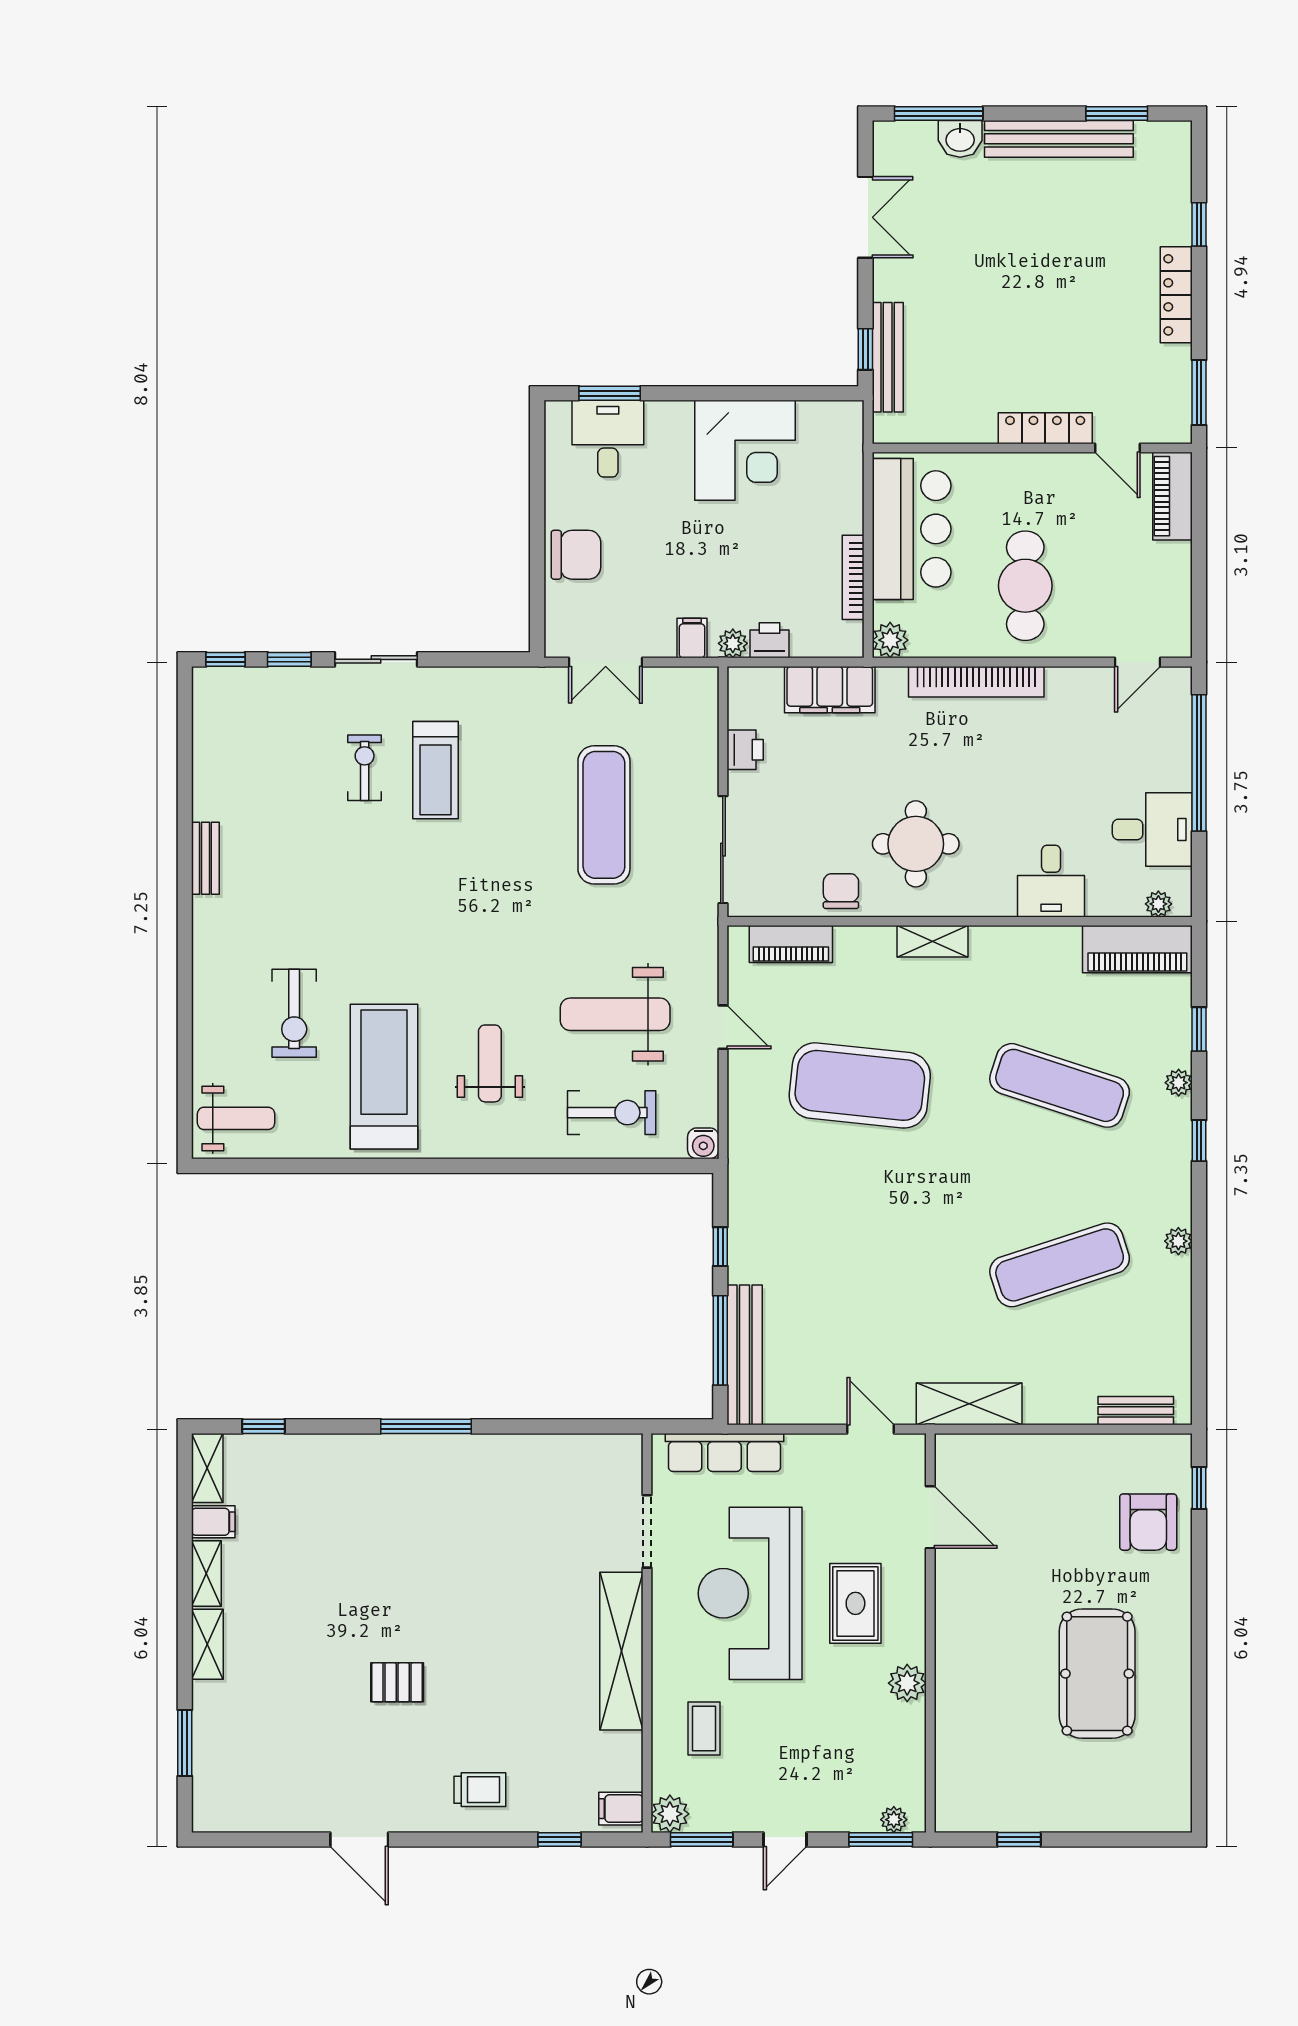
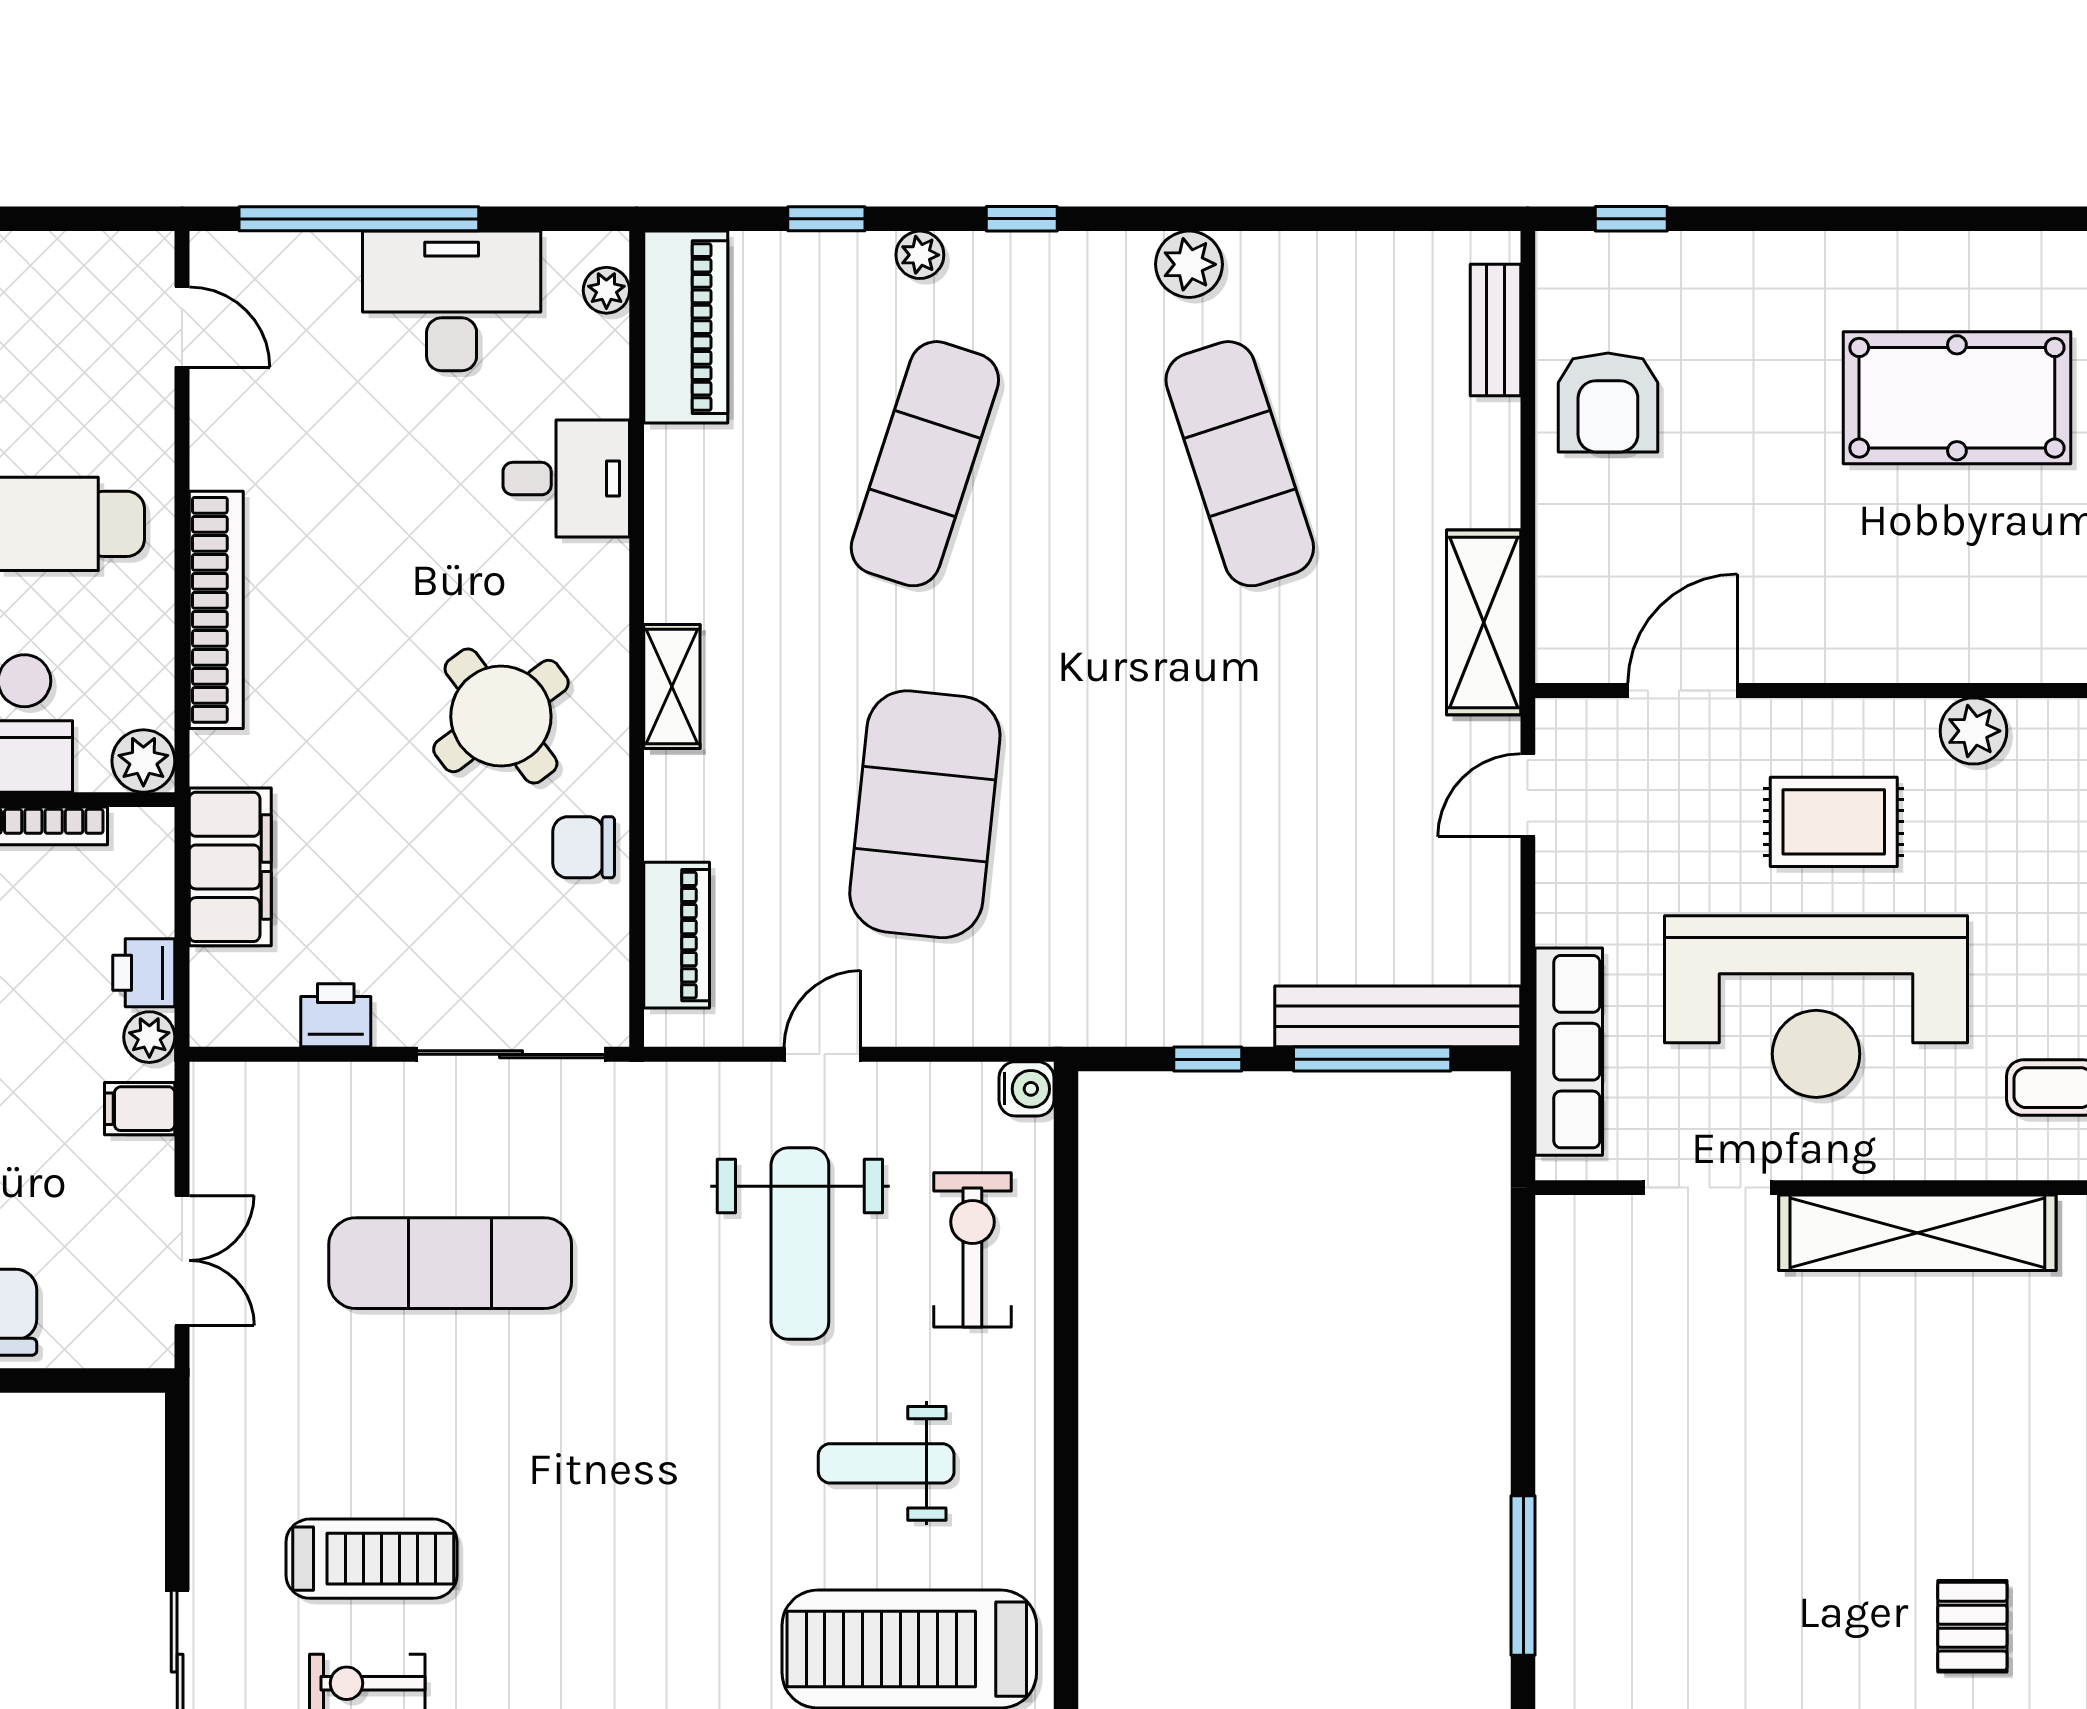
desk: (1152, 829) -> (452, 301), width x1.37
round table: (916, 844) -> (501, 716), turned -37
plant: (1178, 1241) -> (1189, 264), width x1.38, depth x1.38
armchair: (1148, 1522) -> (1608, 402), moved, turned 90

